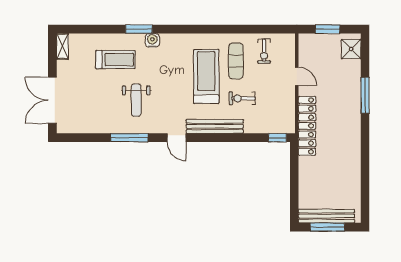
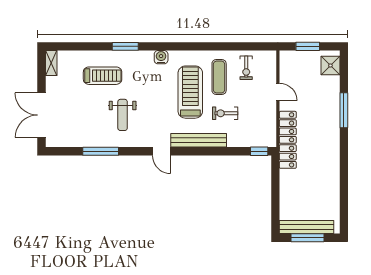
water cooler: (152, 40) -> (161, 57), moved
window: (129, 138) -> (101, 151), moved

